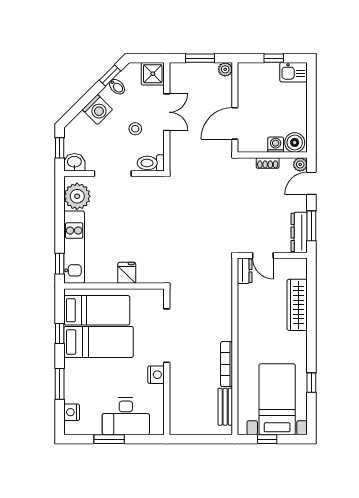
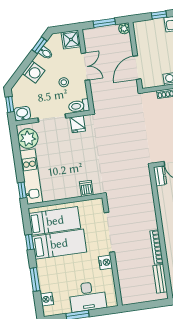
fridge: (127, 273) -> (78, 124), moved, turned 180
dishwasher: (145, 273) -> (86, 188), added

